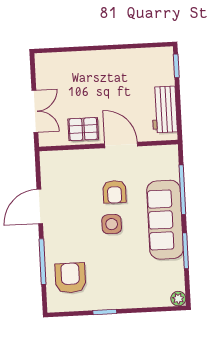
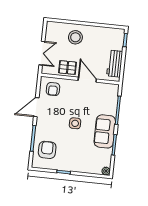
stool: (89, 74) -> (75, 37), added
armchair: (114, 192) -> (53, 89), moved
sofa: (165, 220) -> (105, 131), width x0.73

